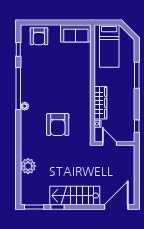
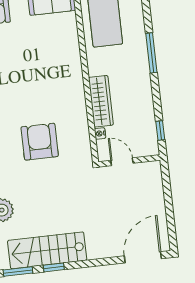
armchair: (58, 125) -> (40, 142), turned 180
stairs: (75, 196) -> (47, 250), moved

